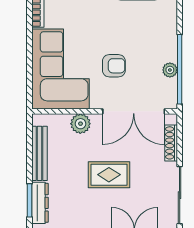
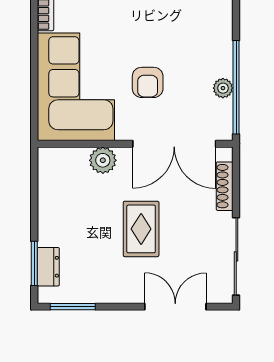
armchair: (114, 66) -> (148, 82), turned 90
bench: (39, 153) -> (48, 200), removed
rug: (109, 175) -> (141, 229), turned 90
dresser: (40, 203) -> (48, 267), width x0.70

